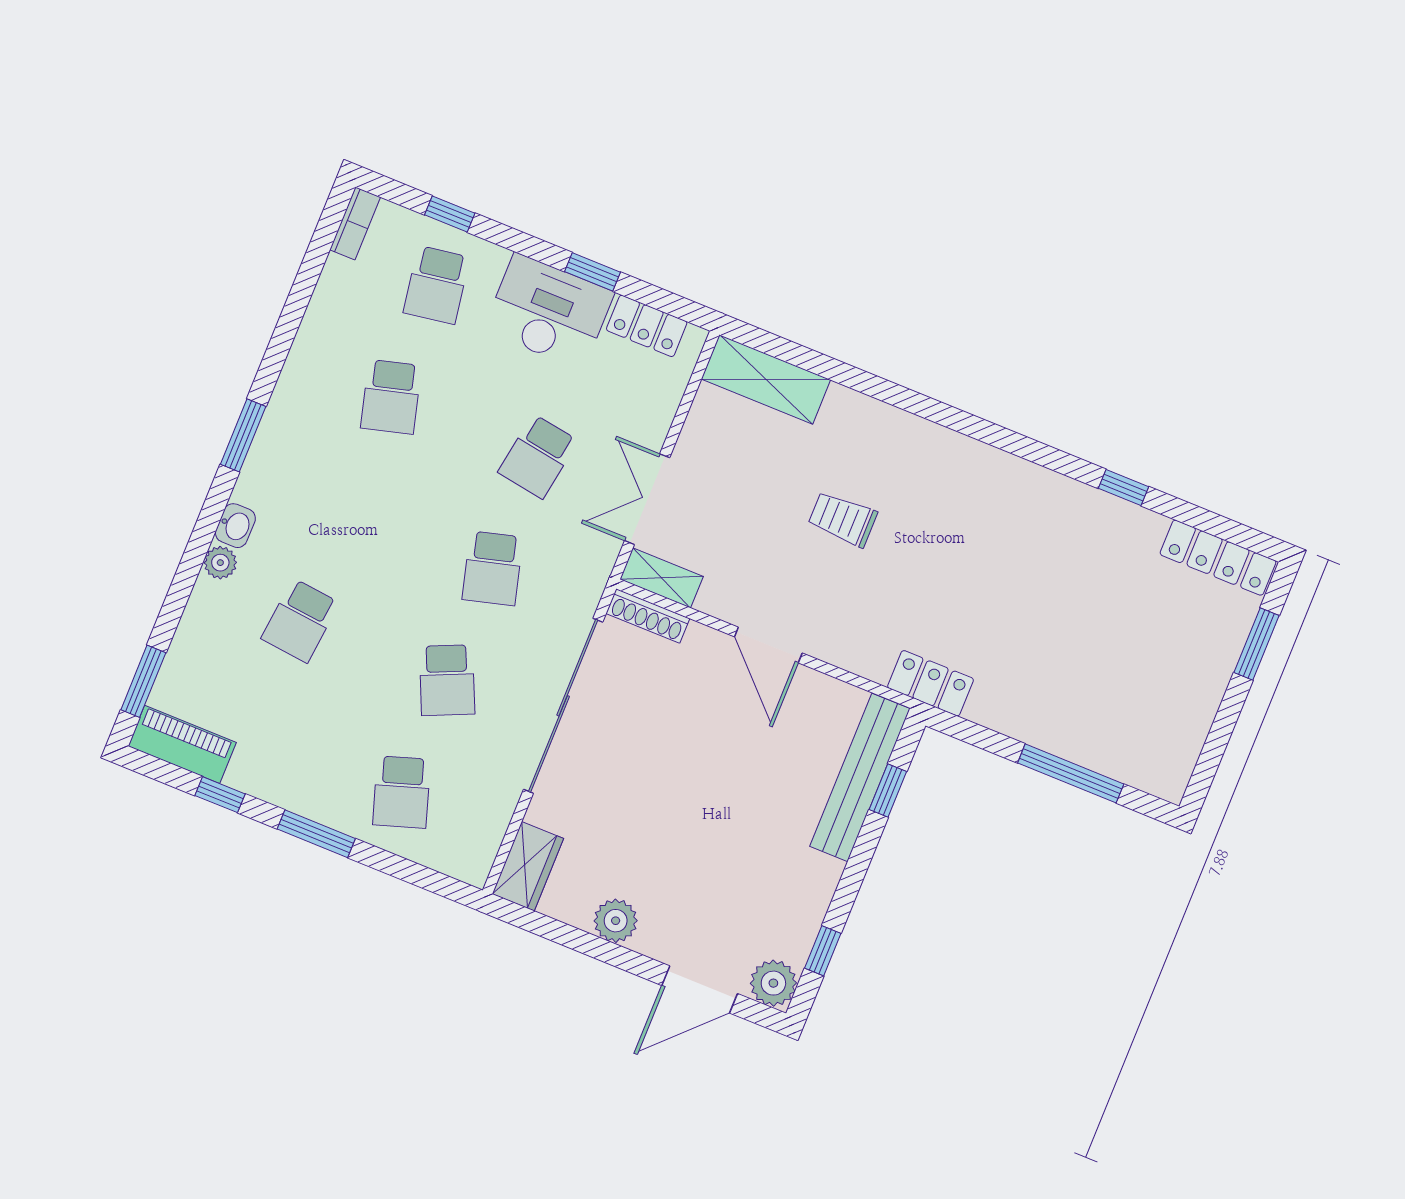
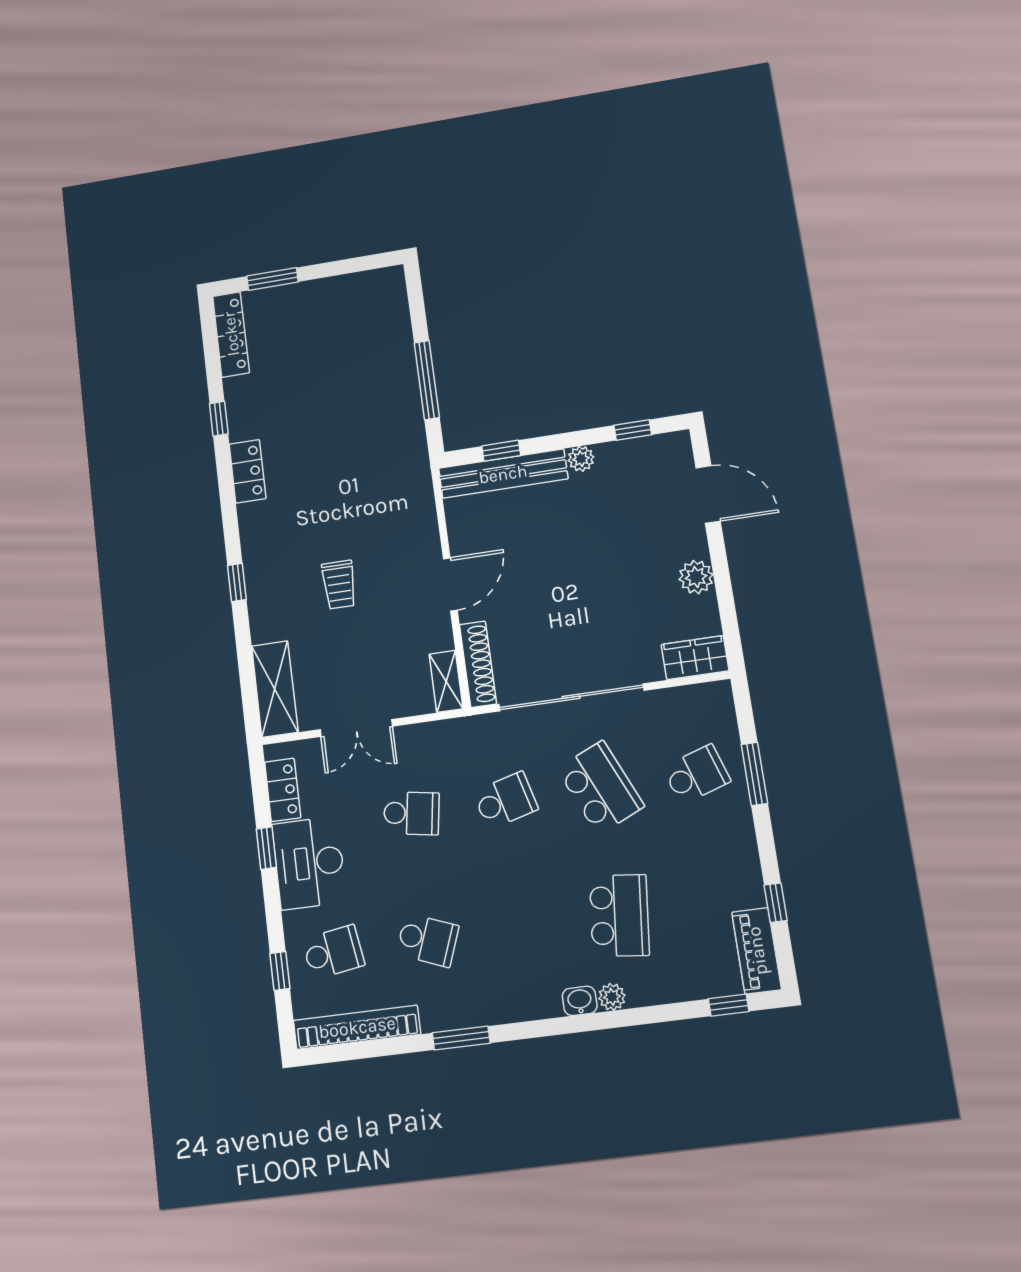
bookcase: (355, 223) -> (357, 1027), width x2.31, depth x1.31
school desk: (391, 397) -> (428, 940), turned 36
window: (915, 403) -> (237, 582), added
window: (243, 435) -> (461, 1038), moved
double door: (647, 499) -> (356, 728), moved
shoe rack: (648, 616) -> (478, 664), width x1.36, depth x1.24
school desk: (300, 621) -> (619, 915), width x1.85
school desk: (447, 680) -> (600, 788), width x1.85
window: (143, 681) -> (729, 1005), width x0.67
locker: (931, 683) -> (248, 471), moved, turned 180
window: (1071, 773) -> (427, 380), moved
window: (316, 834) -> (754, 774), moved
plant: (773, 983) -> (581, 459), moved, width x0.73, depth x0.73

